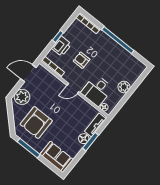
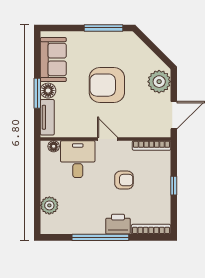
printer: (61, 46) -> (118, 224), moved, turned 90
plant: (124, 87) -> (49, 205), moved
door: (73, 88) -> (108, 139), hinge flipped
armchair: (36, 123) -> (107, 85), moved, turned -90
sofa: (57, 157) -> (53, 60), moved, turned -90

